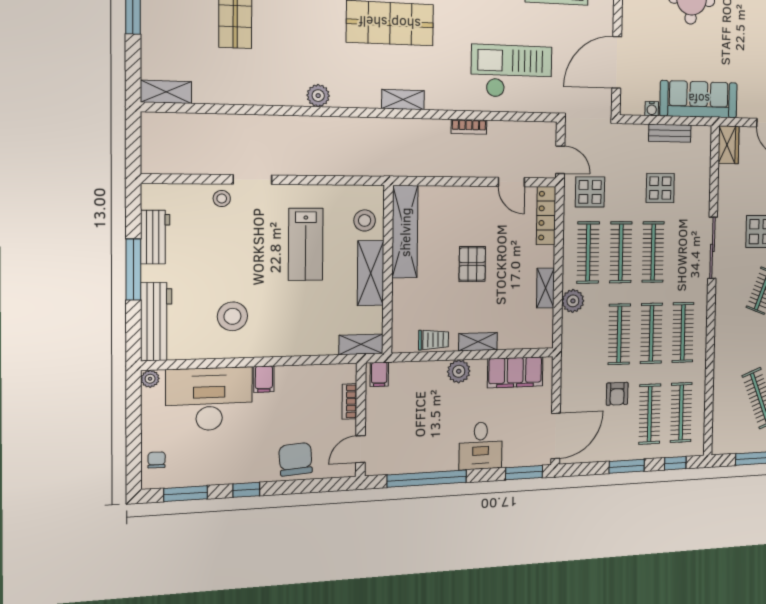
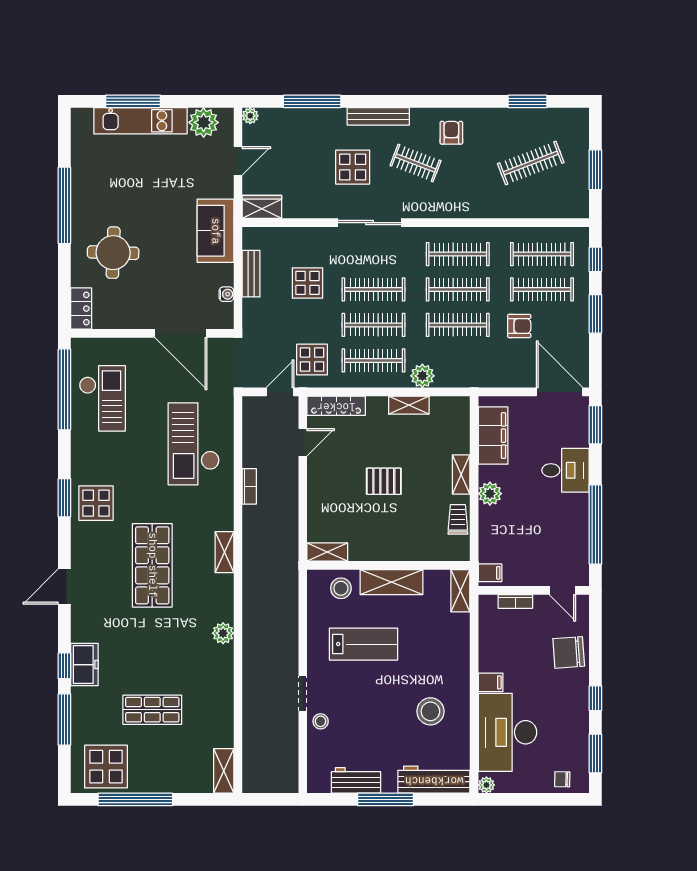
sofa: (699, 99) -> (215, 231), width x0.73
shelving: (405, 232) -> (327, 552), width x0.45, depth x0.75

